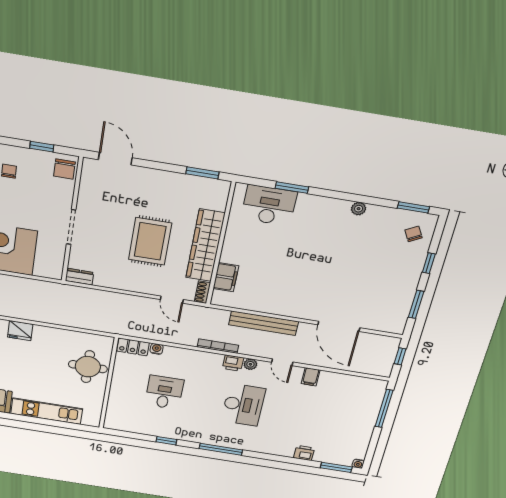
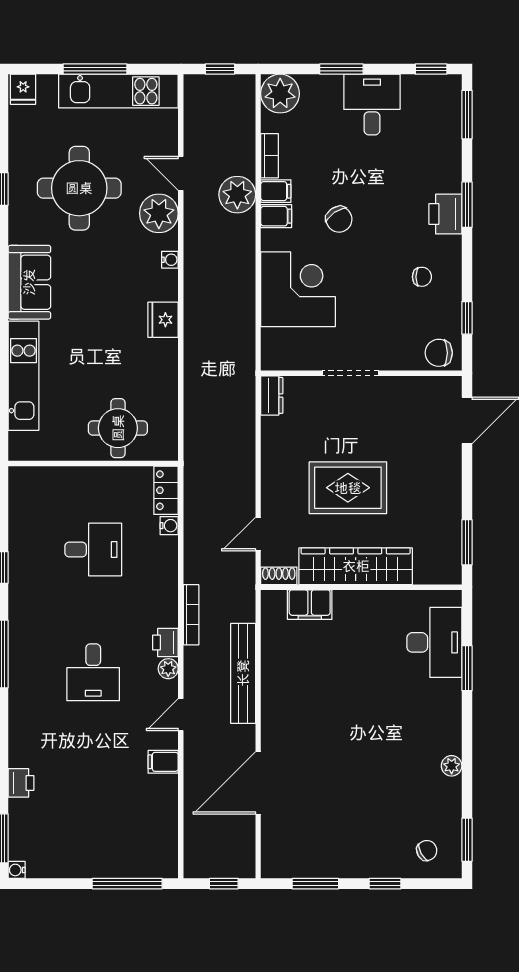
desk: (243, 405) -> (93, 672), width x0.73

